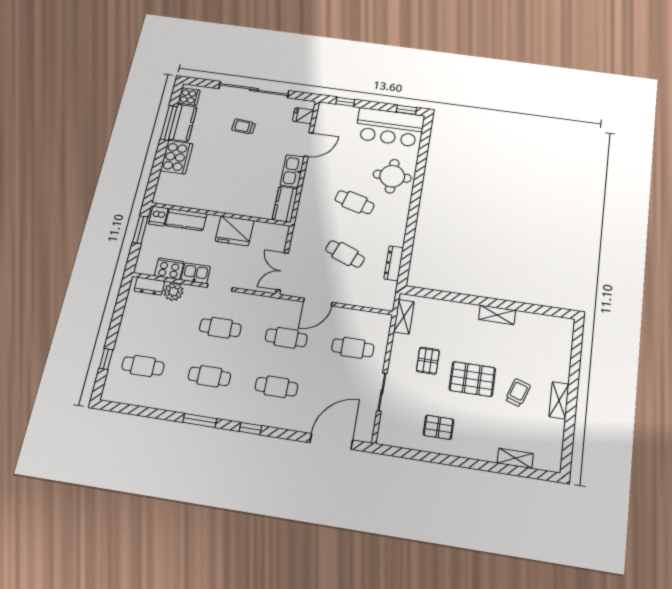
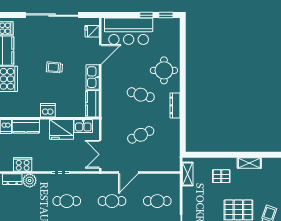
window: (345, 102) -> (146, 15), moved
trolley: (244, 127) -> (54, 67), moved
bar counter: (390, 127) -> (129, 31), moved
dishwasher: (221, 204) -> (48, 110), added
cafe table: (345, 254) -> (141, 135), turned -45
dresser: (394, 263) -> (175, 105), moved
kitchen sink: (196, 273) -> (83, 126), moved, turned 180
pallet: (428, 361) -> (221, 176), moved, turned 90

